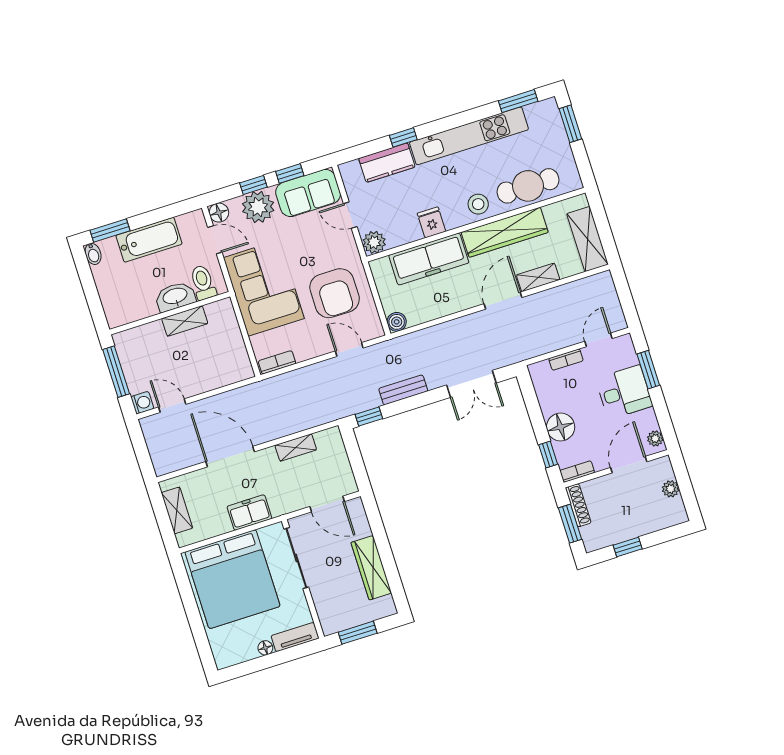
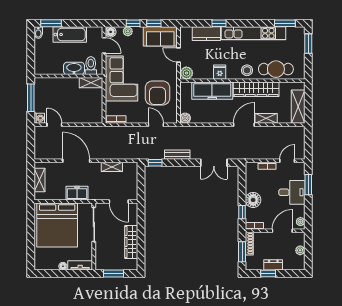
plant: (258, 207) -> (128, 31), width x0.53, depth x0.53
shelving: (185, 321) -> (91, 83), moved
dresser: (632, 529) -> (273, 265), added

